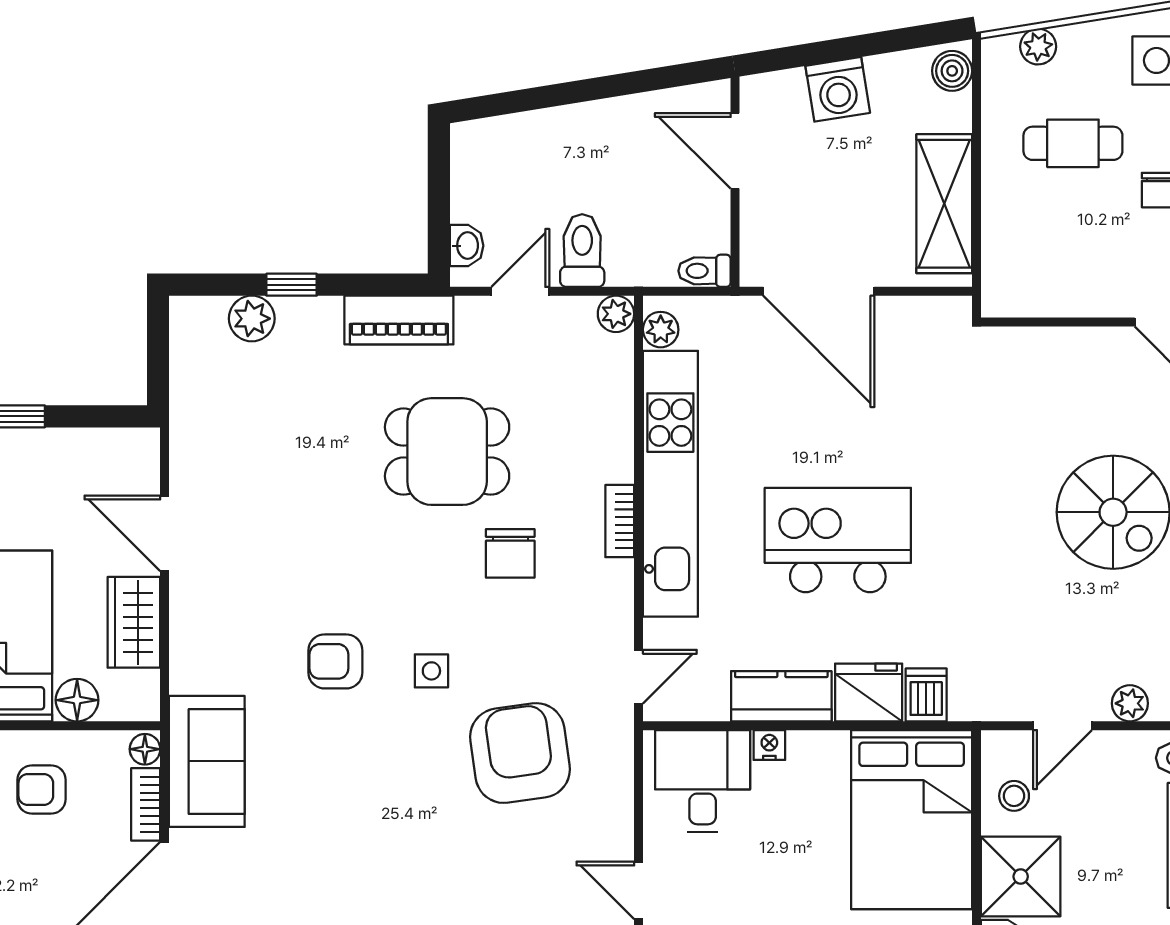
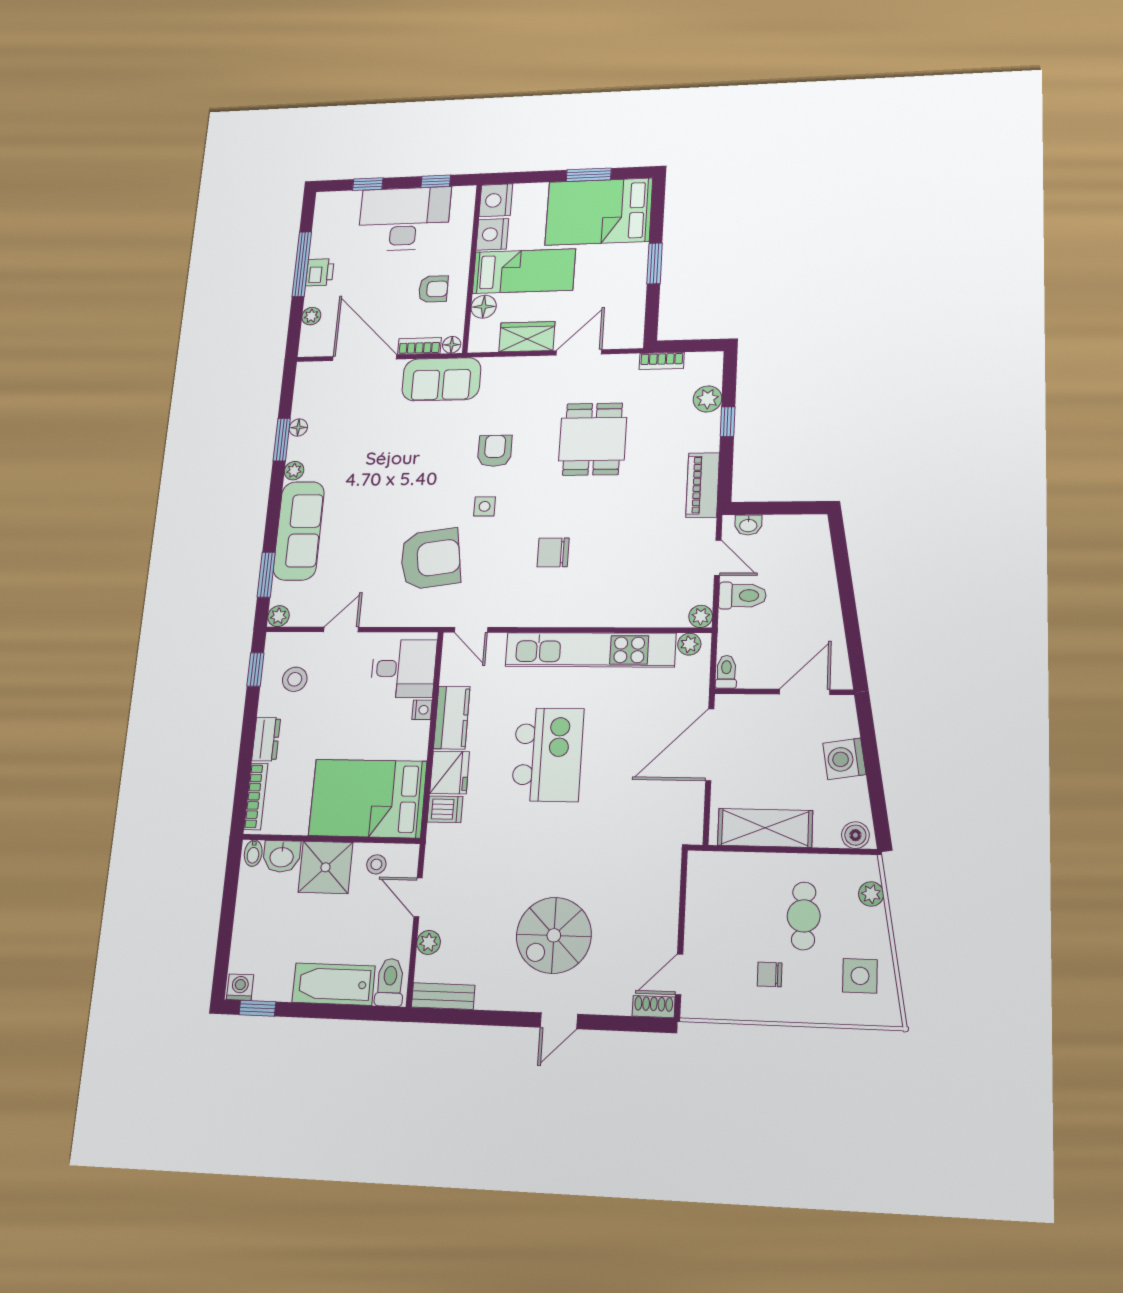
dining table: (447, 452) -> (593, 439), moved
bookcase: (620, 521) -> (662, 361), moved, turned 180
armchair: (42, 790) -> (433, 289), turned 90

